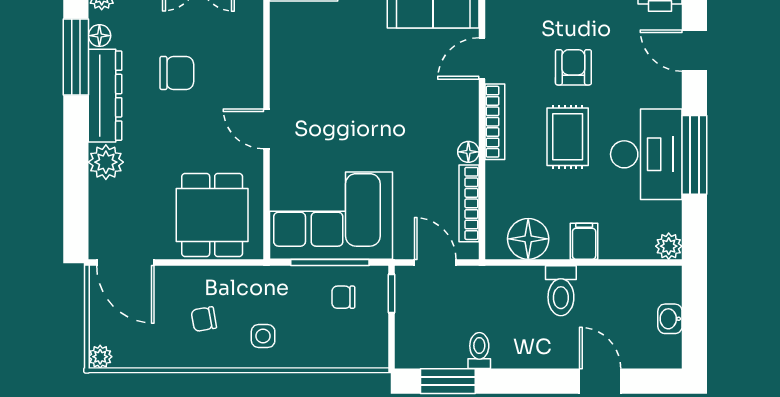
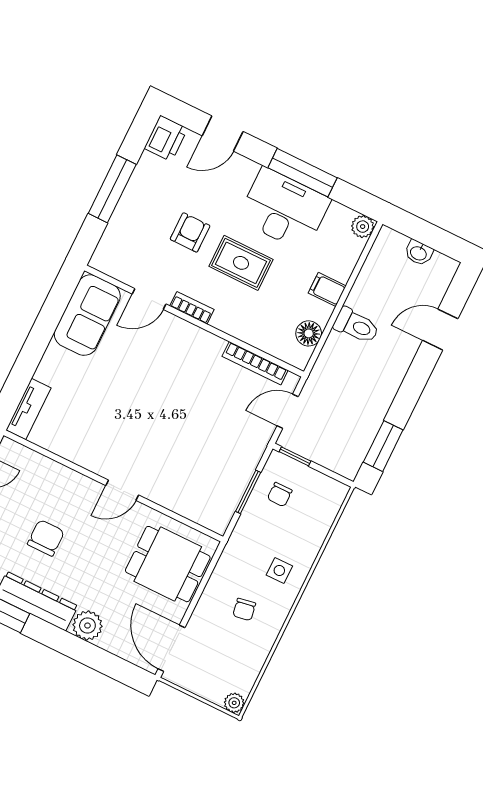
door: (482, 58) -> (149, 299), hinge flipped
armchair: (573, 67) -> (190, 232), turned 90
bookcase: (495, 122) -> (192, 308), width x0.64
floor lamp: (468, 152) -> (215, 344), removed
corner sofa: (331, 216) -> (213, 473), removed
floor lamp: (528, 239) -> (309, 333), width x0.73, depth x0.73
door: (125, 263) -> (172, 648), swing flipped
window: (330, 263) -> (248, 492), width x0.69
toilet: (479, 351) -> (372, 411), removed

